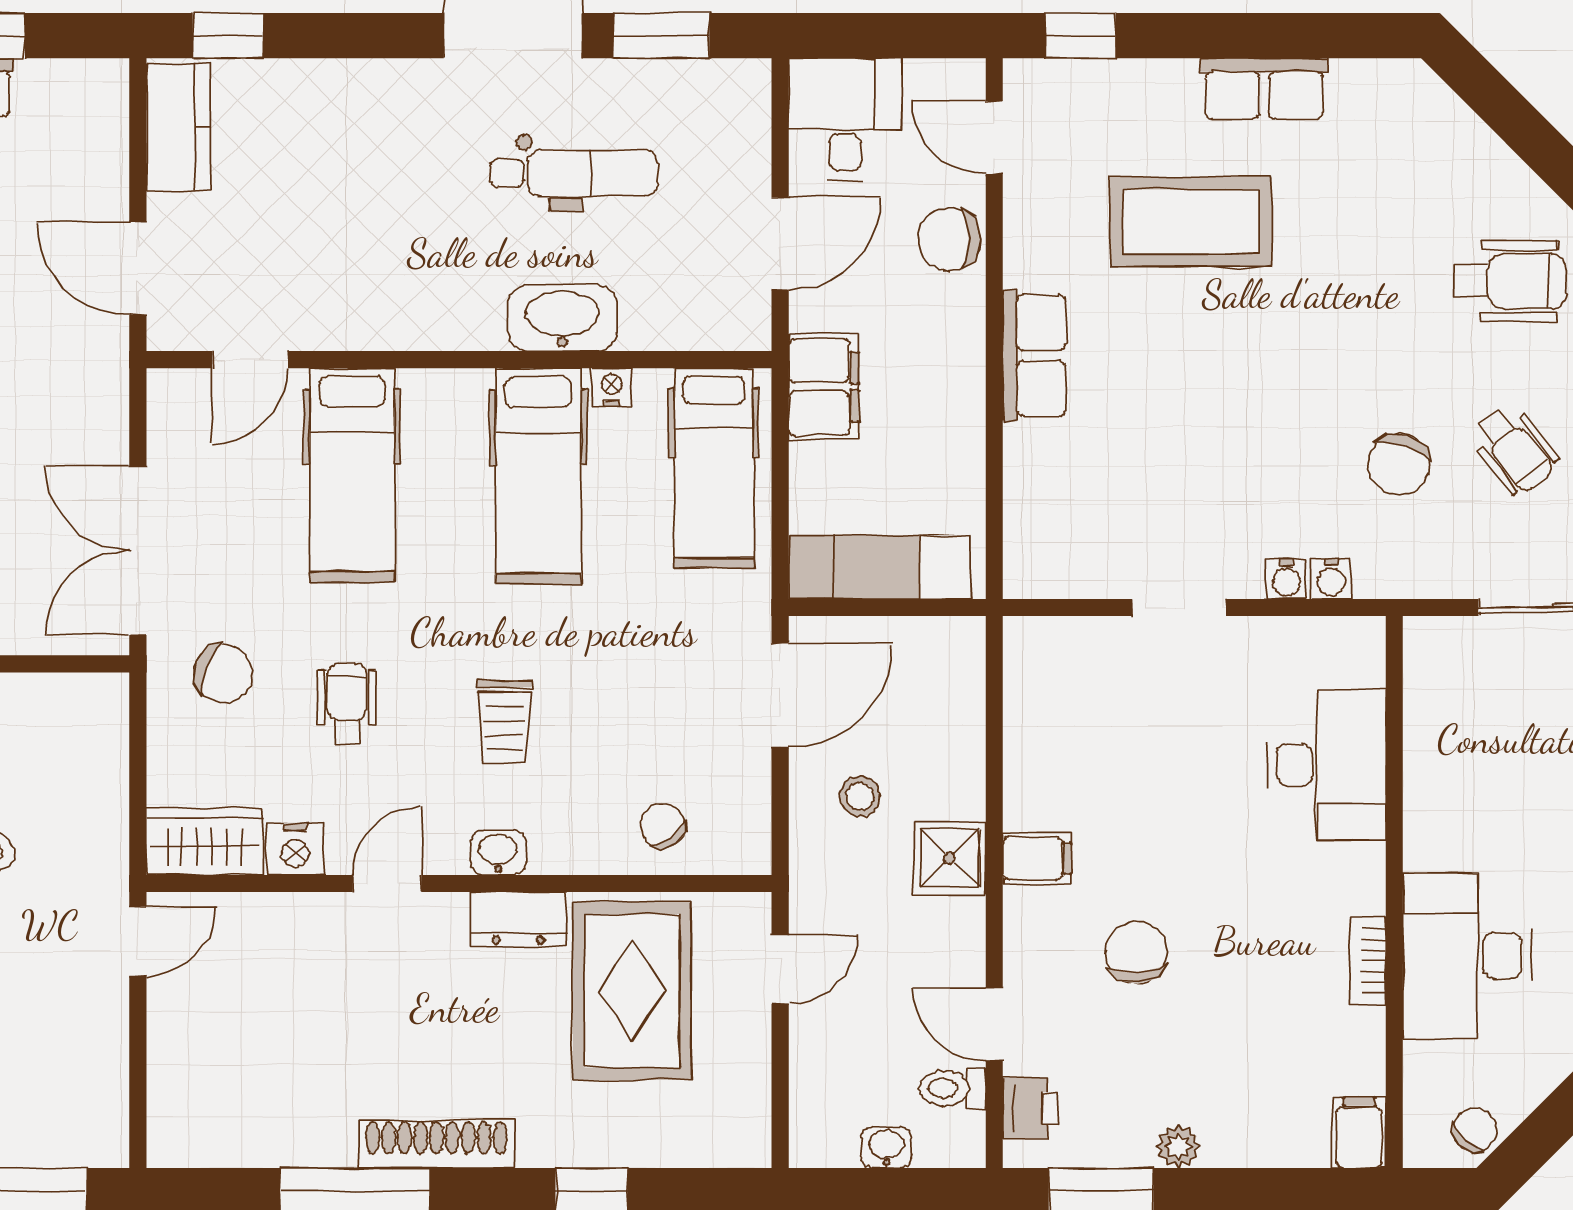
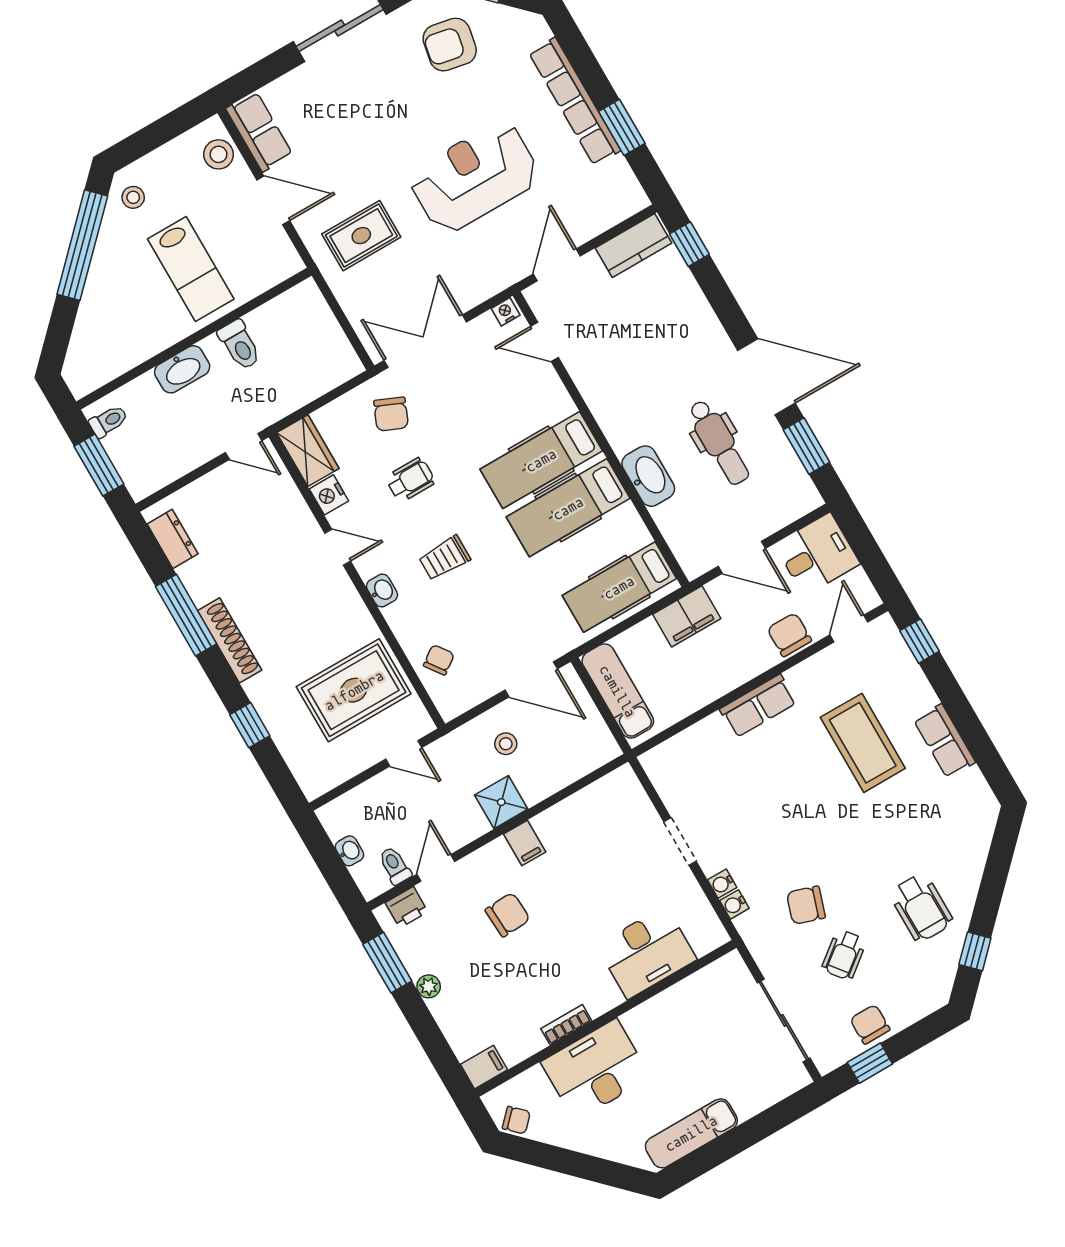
nightstand: (612, 387) -> (506, 312), moved, turned -90
hospital bed: (352, 475) -> (541, 460), moved
dresser: (518, 919) -> (173, 539), moved, turned 180

